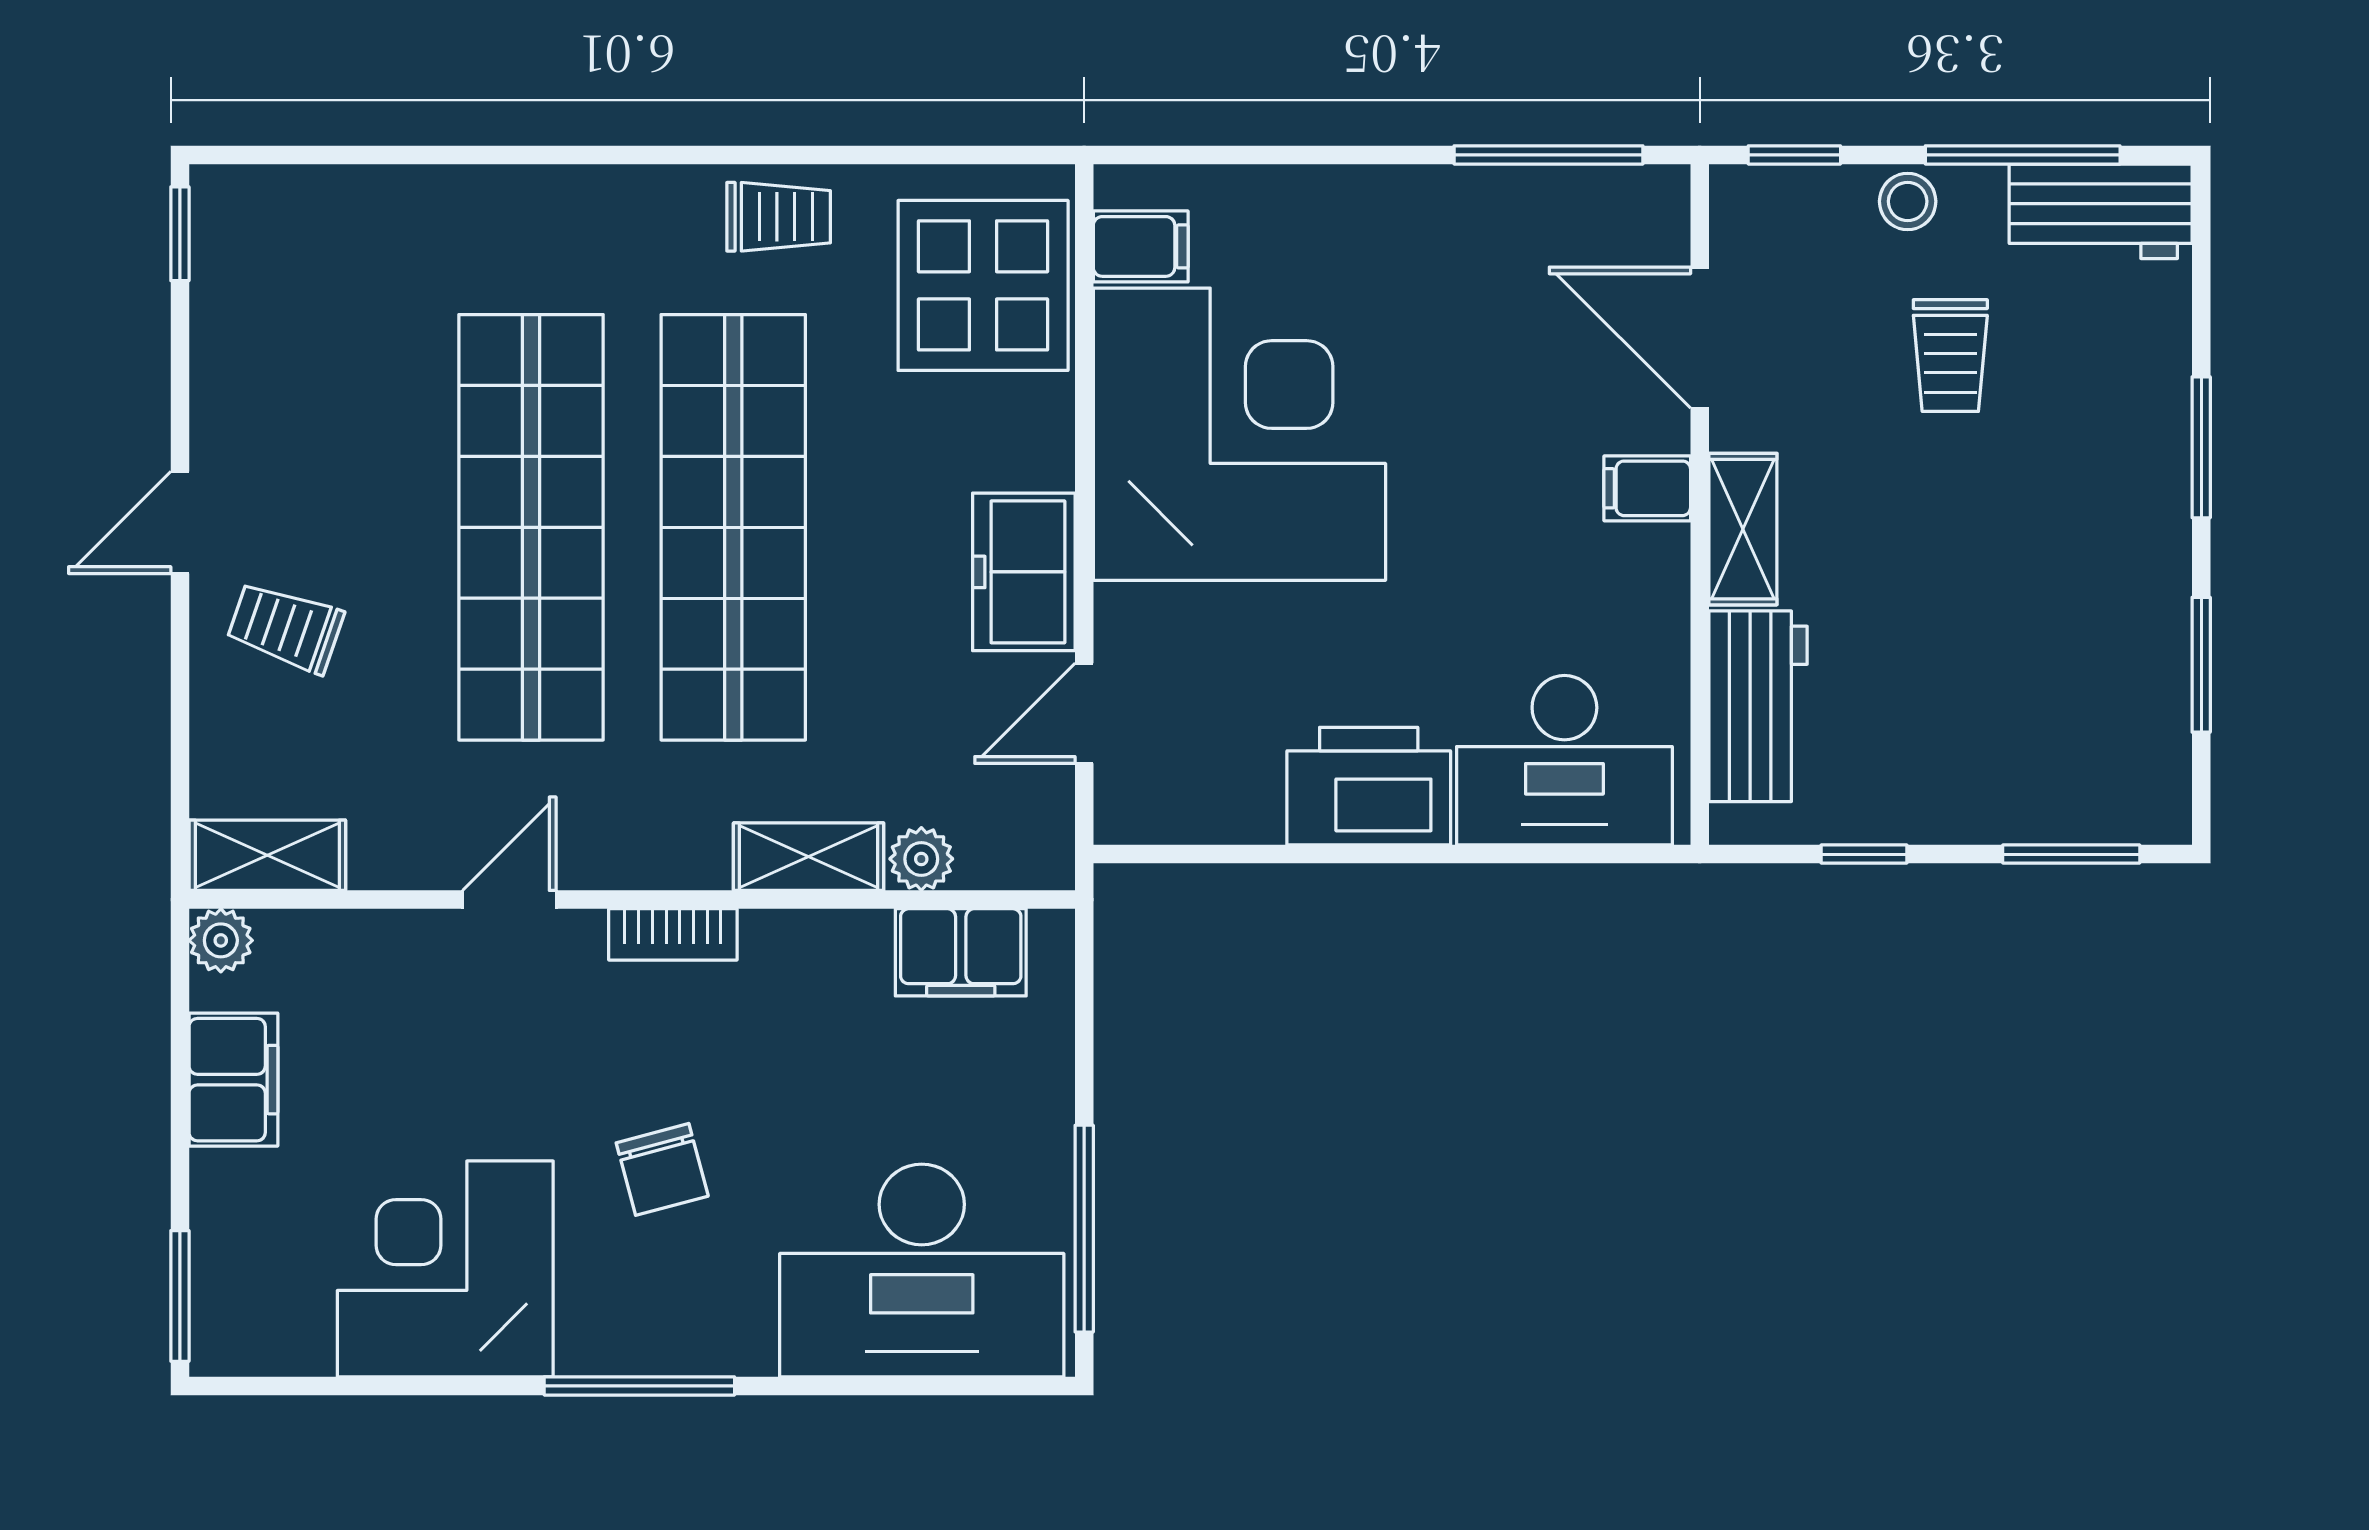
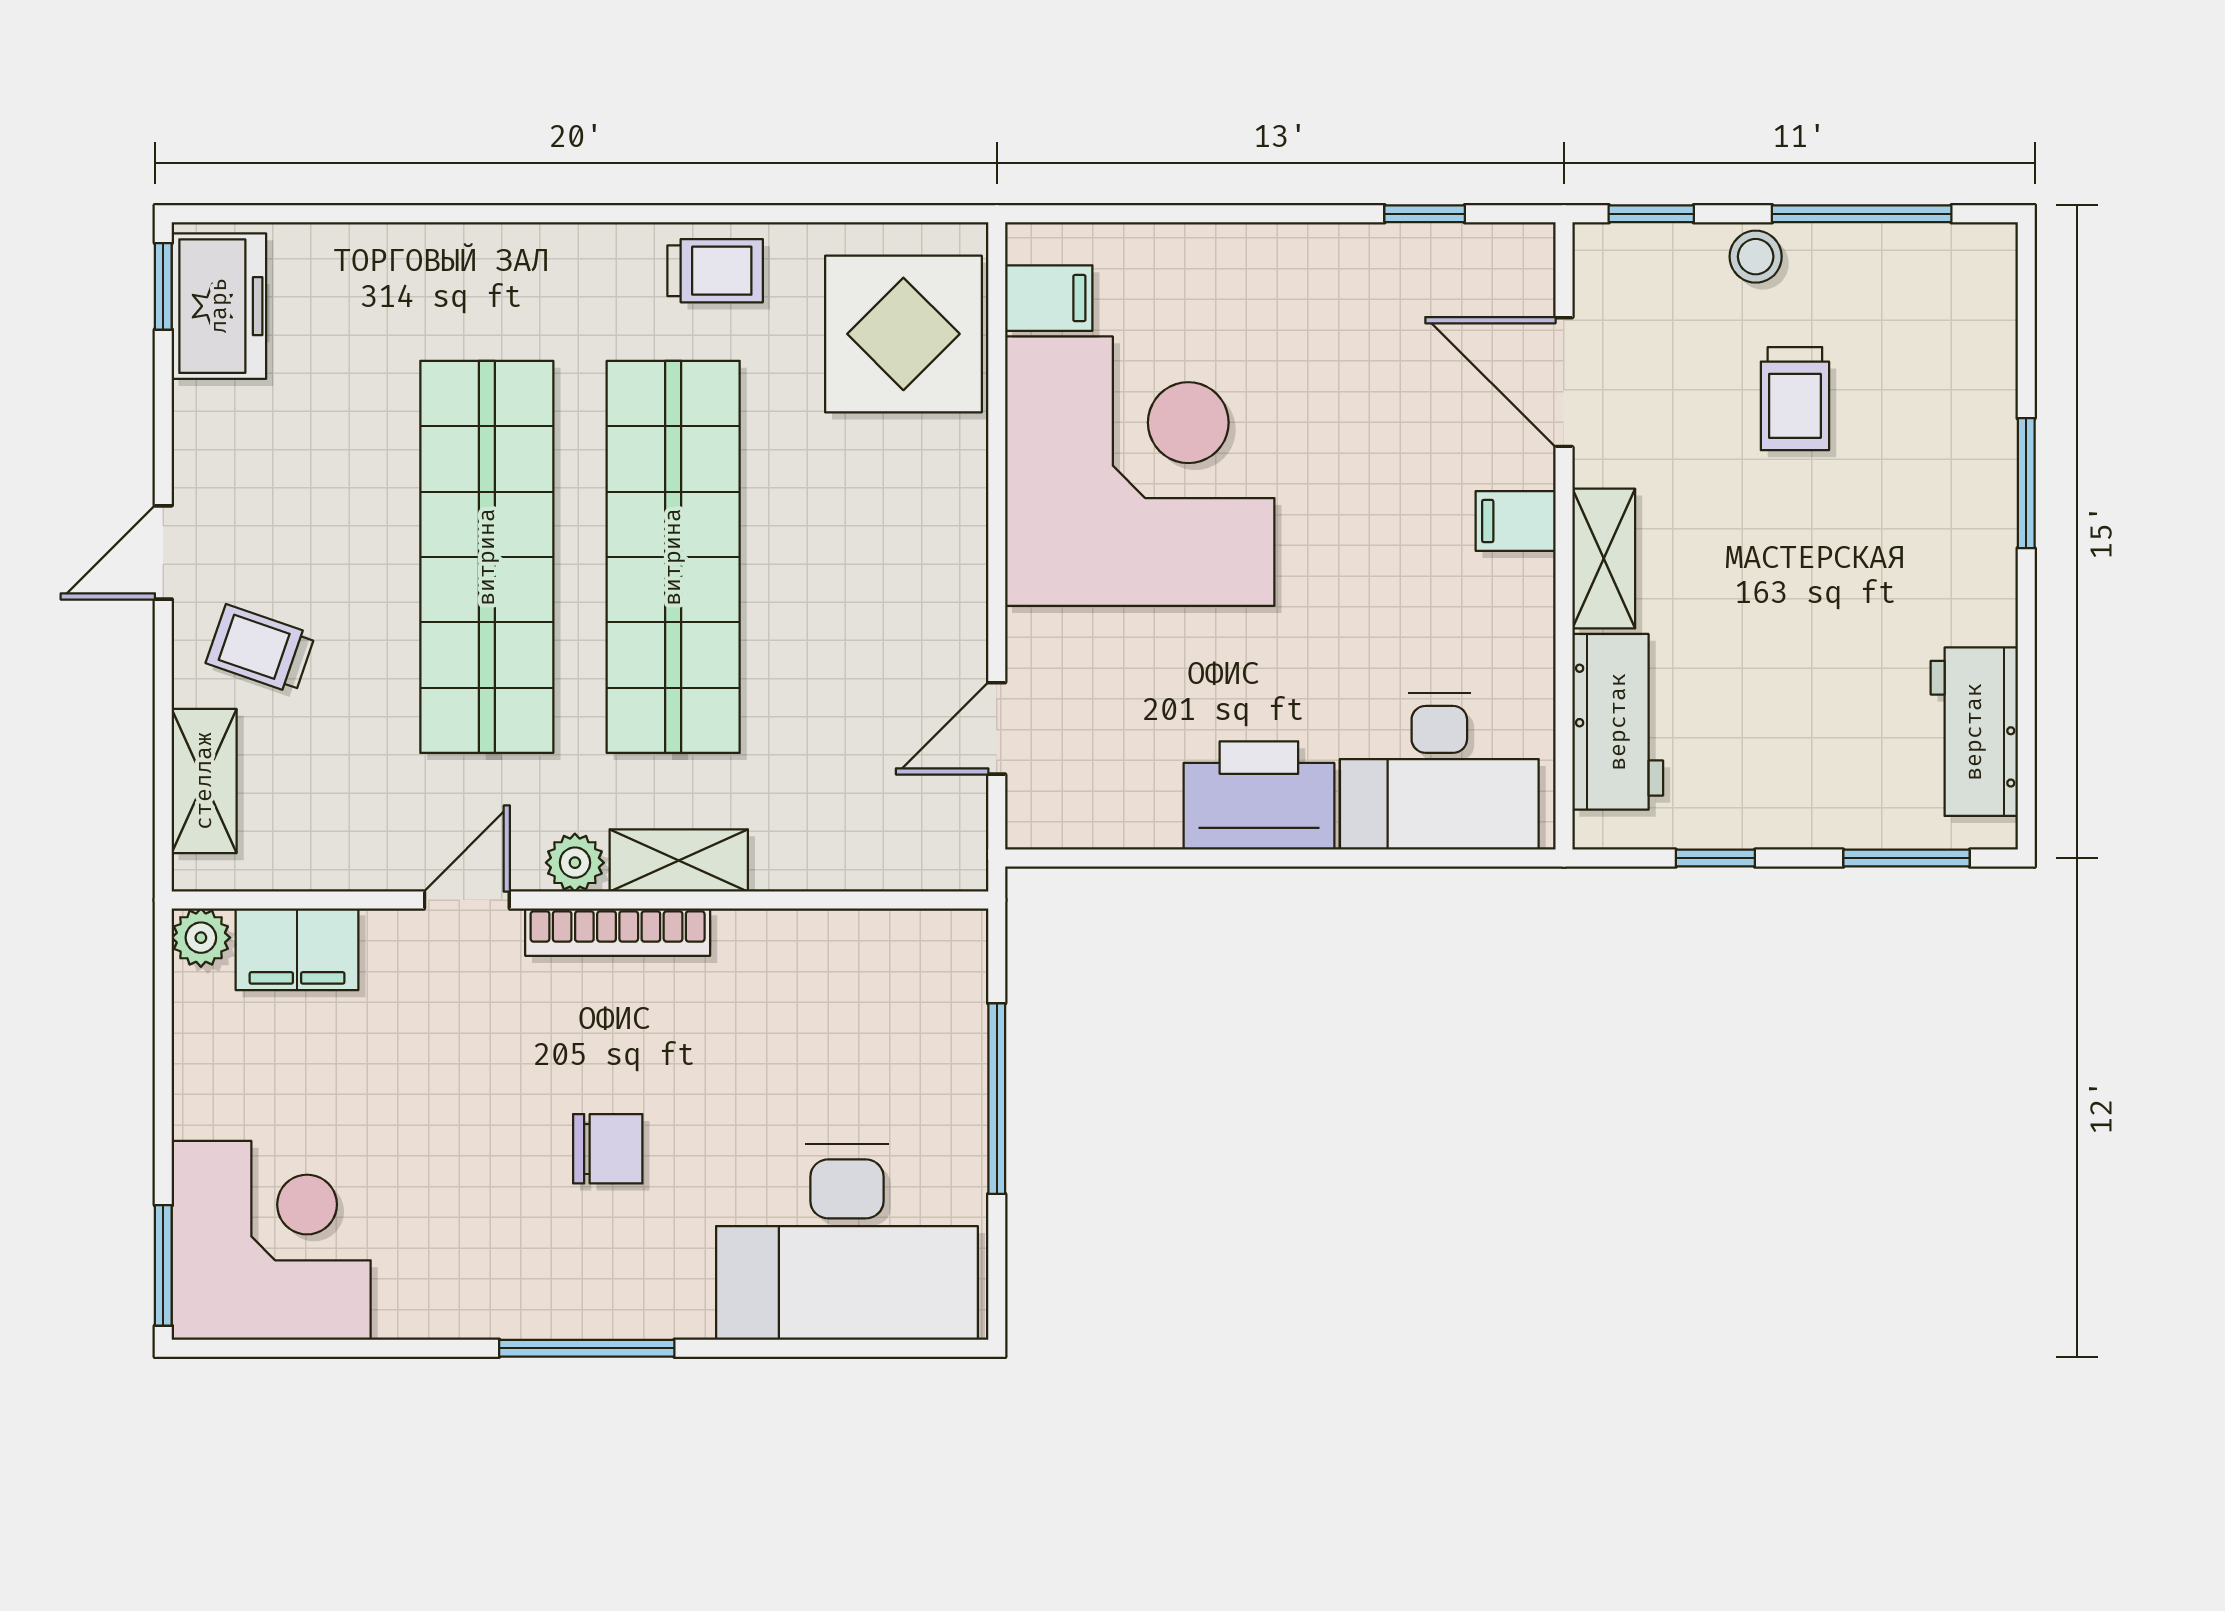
window: (1549, 155) -> (1425, 214), width x0.46
workbench: (2101, 211) -> (1974, 732), moved, turned 90
freezer: (1024, 572) -> (219, 306), moved, turned 180
window: (2201, 665) -> (2026, 684), removed
shelving: (267, 855) -> (204, 781), moved, turned 90
shelving: (809, 857) -> (679, 861), moved
plant: (921, 859) -> (575, 863), moved
bookcase: (673, 934) -> (618, 932), width x1.56
filing cabinet: (961, 952) -> (883, 949), removed
filing cabinet: (233, 1080) -> (297, 949), moved, turned 90
chair: (662, 1169) -> (608, 1149), turned -75
window: (1084, 1229) -> (997, 1099), moved
corner desk: (445, 1269) -> (271, 1240), moved, turned 90

